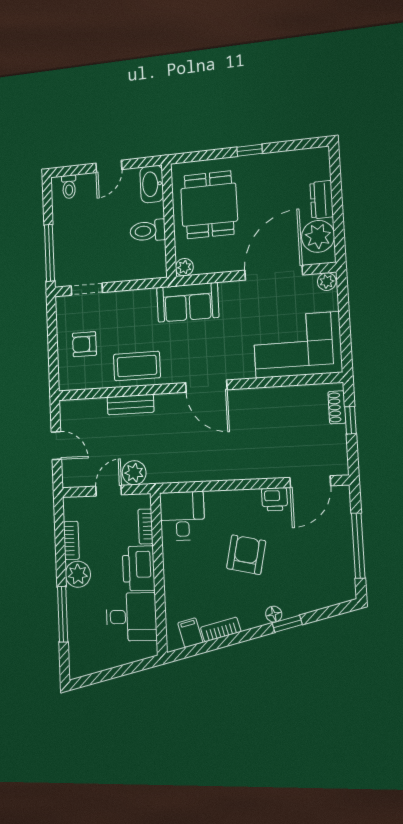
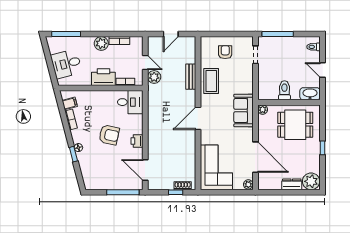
plant: (318, 236) -> (311, 181), moved
printer: (274, 499) -> (137, 141), moved
window: (358, 546) -> (123, 192), moved
window: (63, 614) -> (66, 34), moved
desk: (131, 617) -> (66, 64), moved, turned 75

